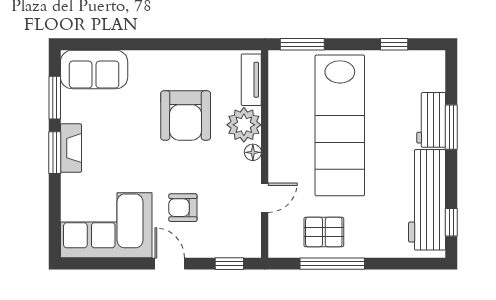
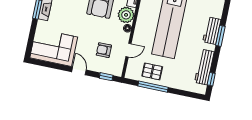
workbench: (427, 200) -> (204, 67), width x0.73, depth x0.76
armchair: (183, 208) -> (104, 50), moved

